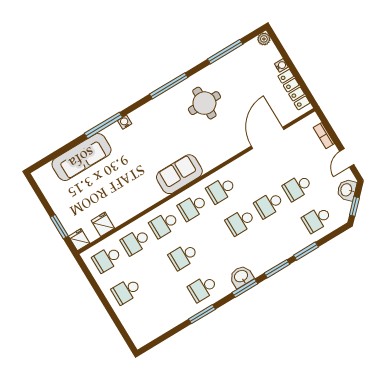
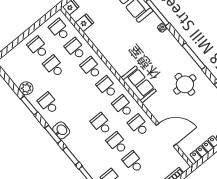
school desk: (250, 173) -> (139, 125), added
sofa: (179, 174) -> (139, 84), moved
school desk: (183, 256) -> (54, 66), moved
plant: (178, 315) -> (26, 88), added

